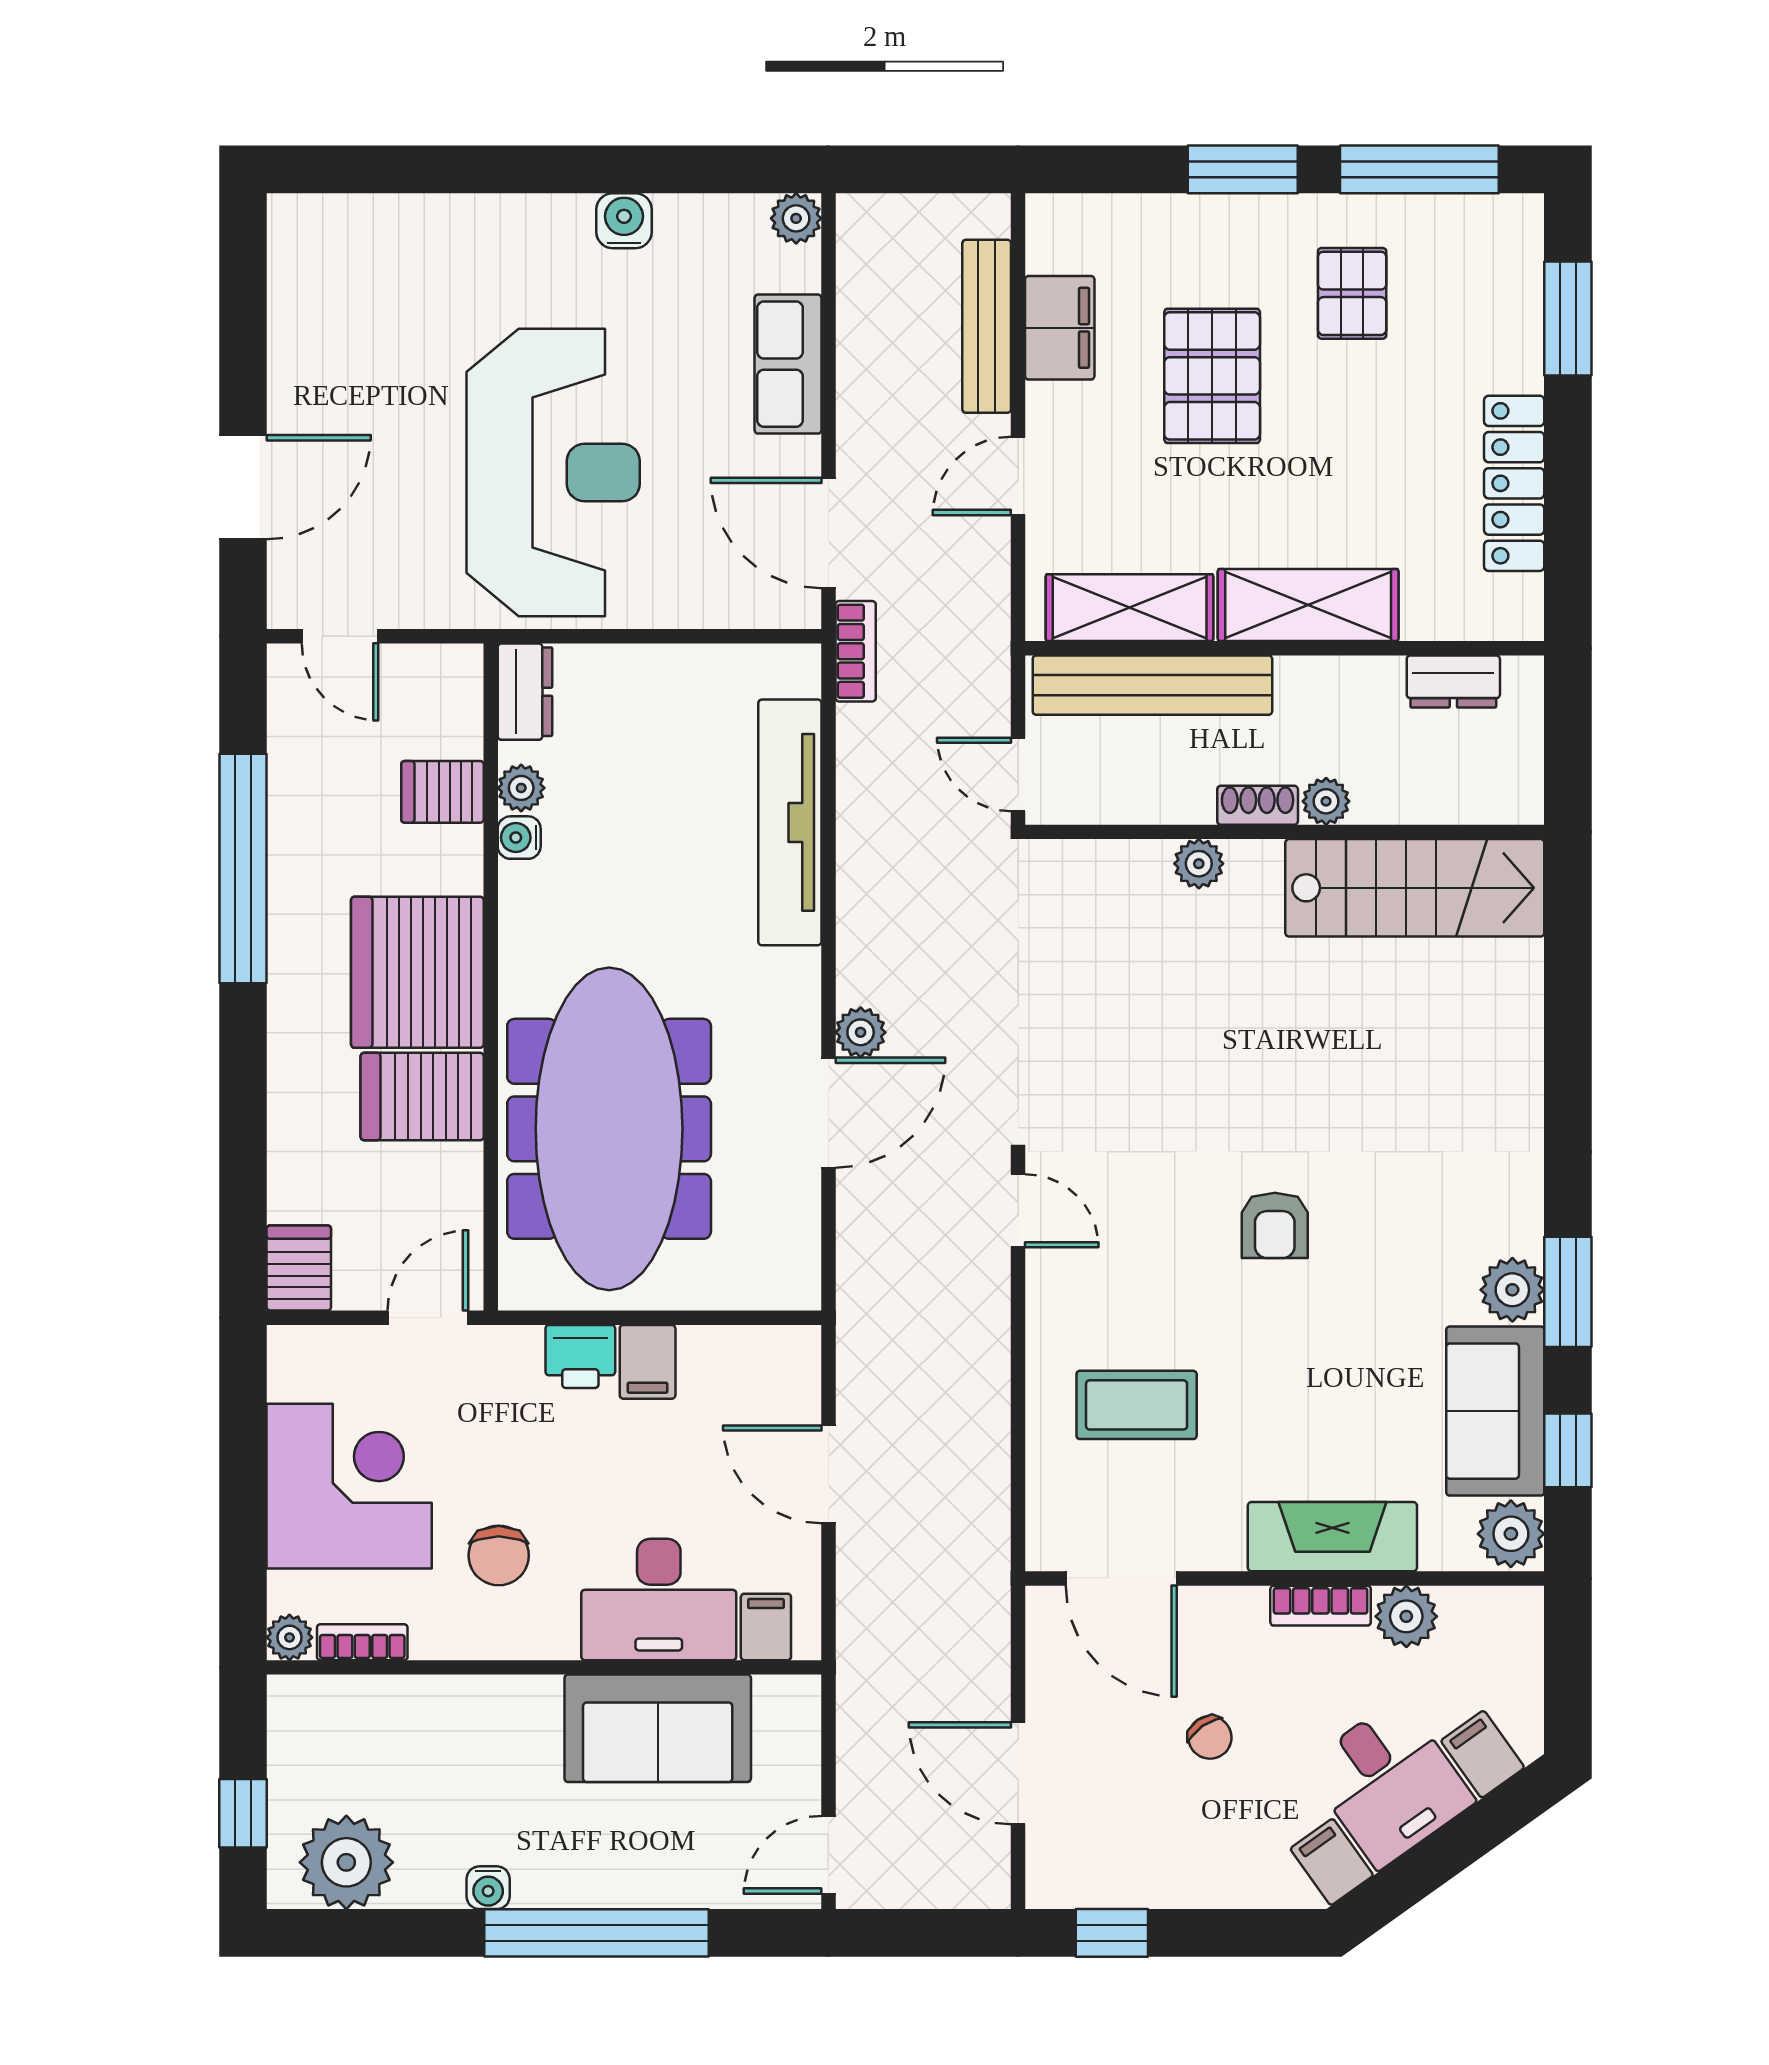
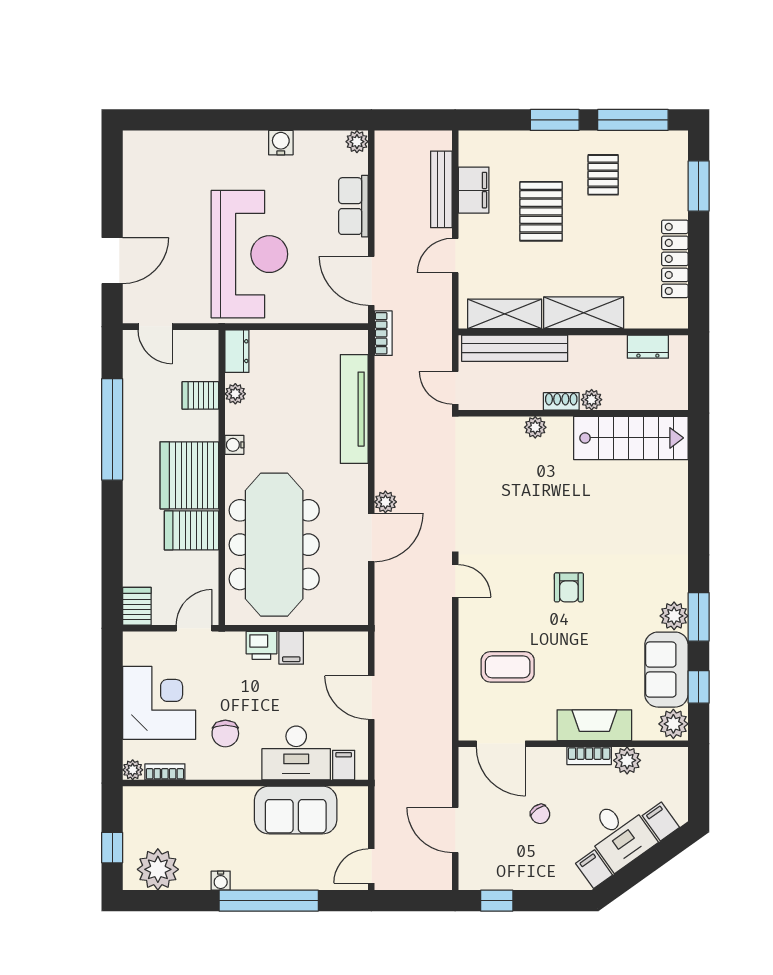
water cooler: (519, 838) -> (234, 445), moved

